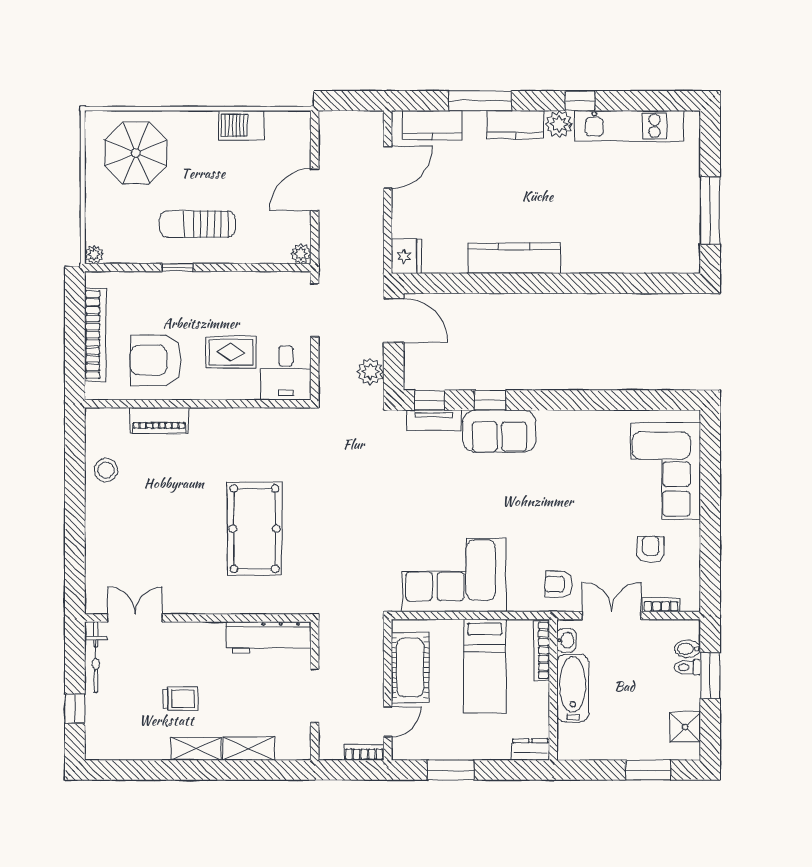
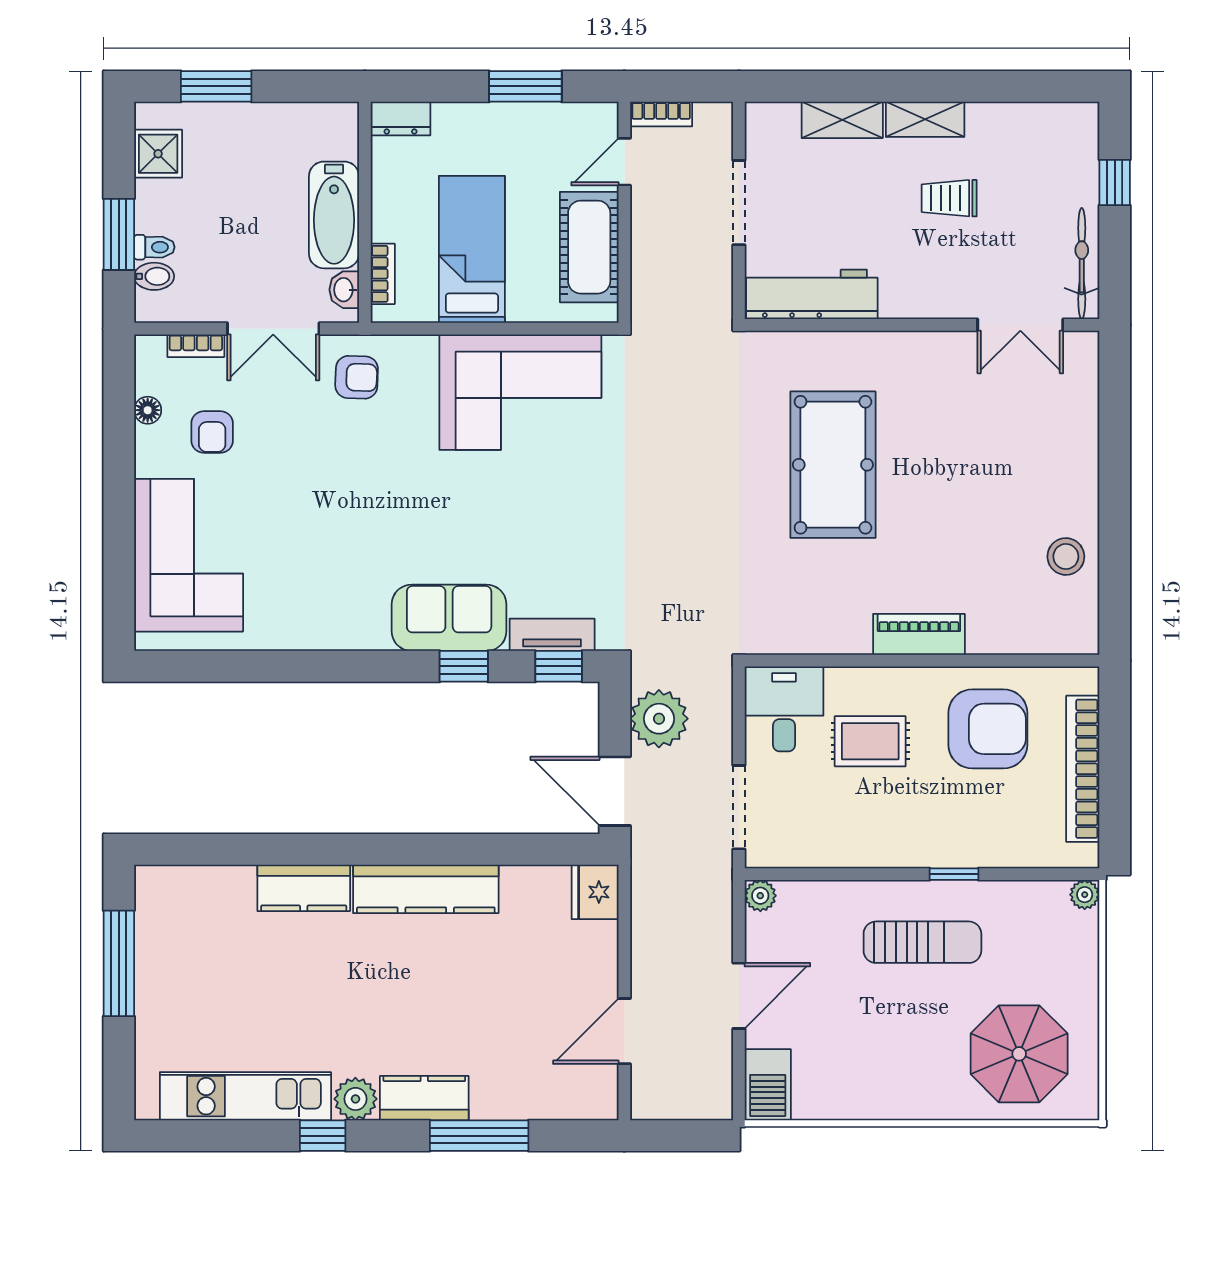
barbecue: (241, 125) -> (768, 1085), moved, turned 90
kitchen counter: (432, 125) -> (304, 888), moved, turned 180
plant: (370, 372) -> (659, 719), width x1.36, depth x1.36
piano: (159, 420) -> (919, 634), moved
floor lamp: (692, 563) -> (148, 410), added
bookcase: (542, 650) -> (383, 274), width x0.64

